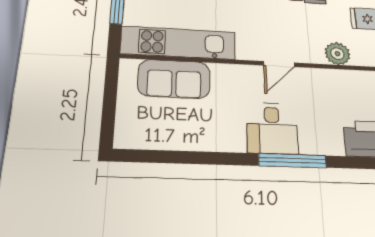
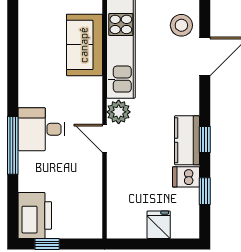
plant: (337, 54) -> (119, 112), moved

